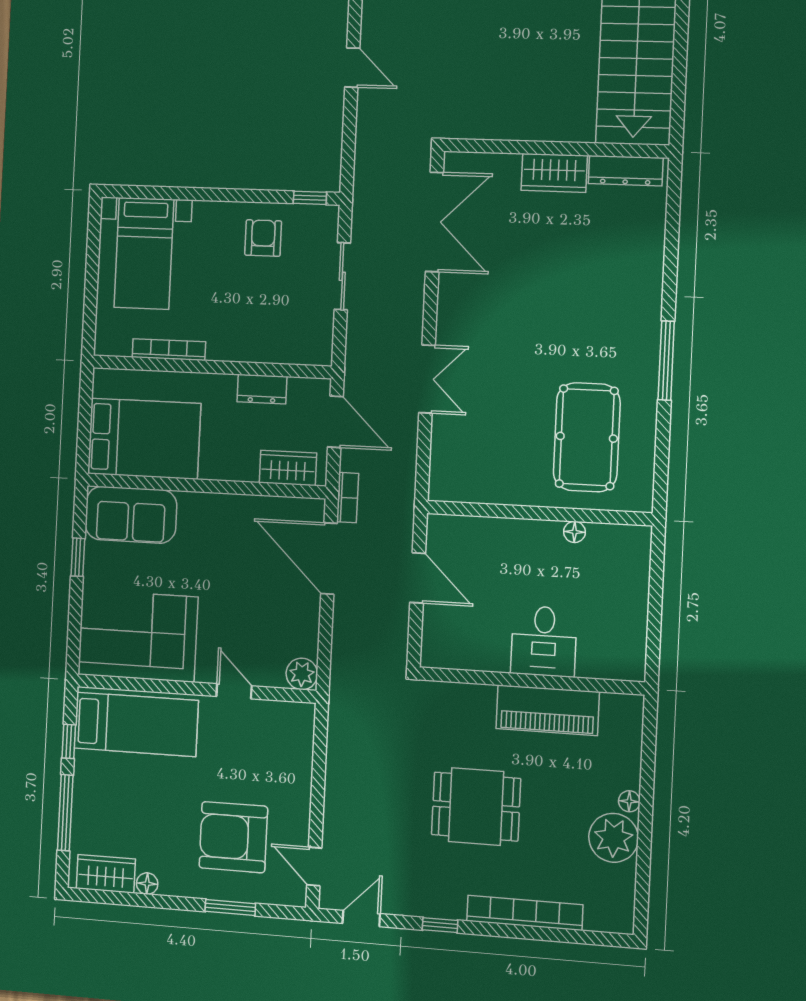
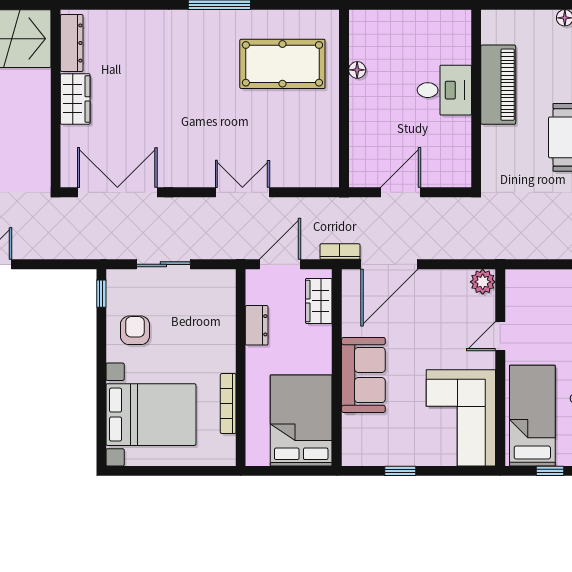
armchair: (263, 238) -> (135, 330), turned 90
bed with nightstands: (144, 253) -> (151, 415), width x1.36
sofa: (131, 515) -> (363, 375), moved

